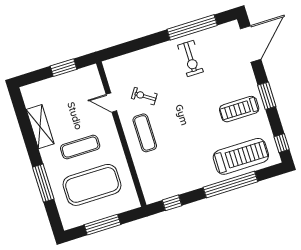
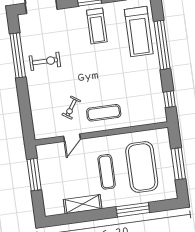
window: (64, 68) -> (34, 175), width x1.44
treadmill: (241, 156) -> (139, 32), turned 180

